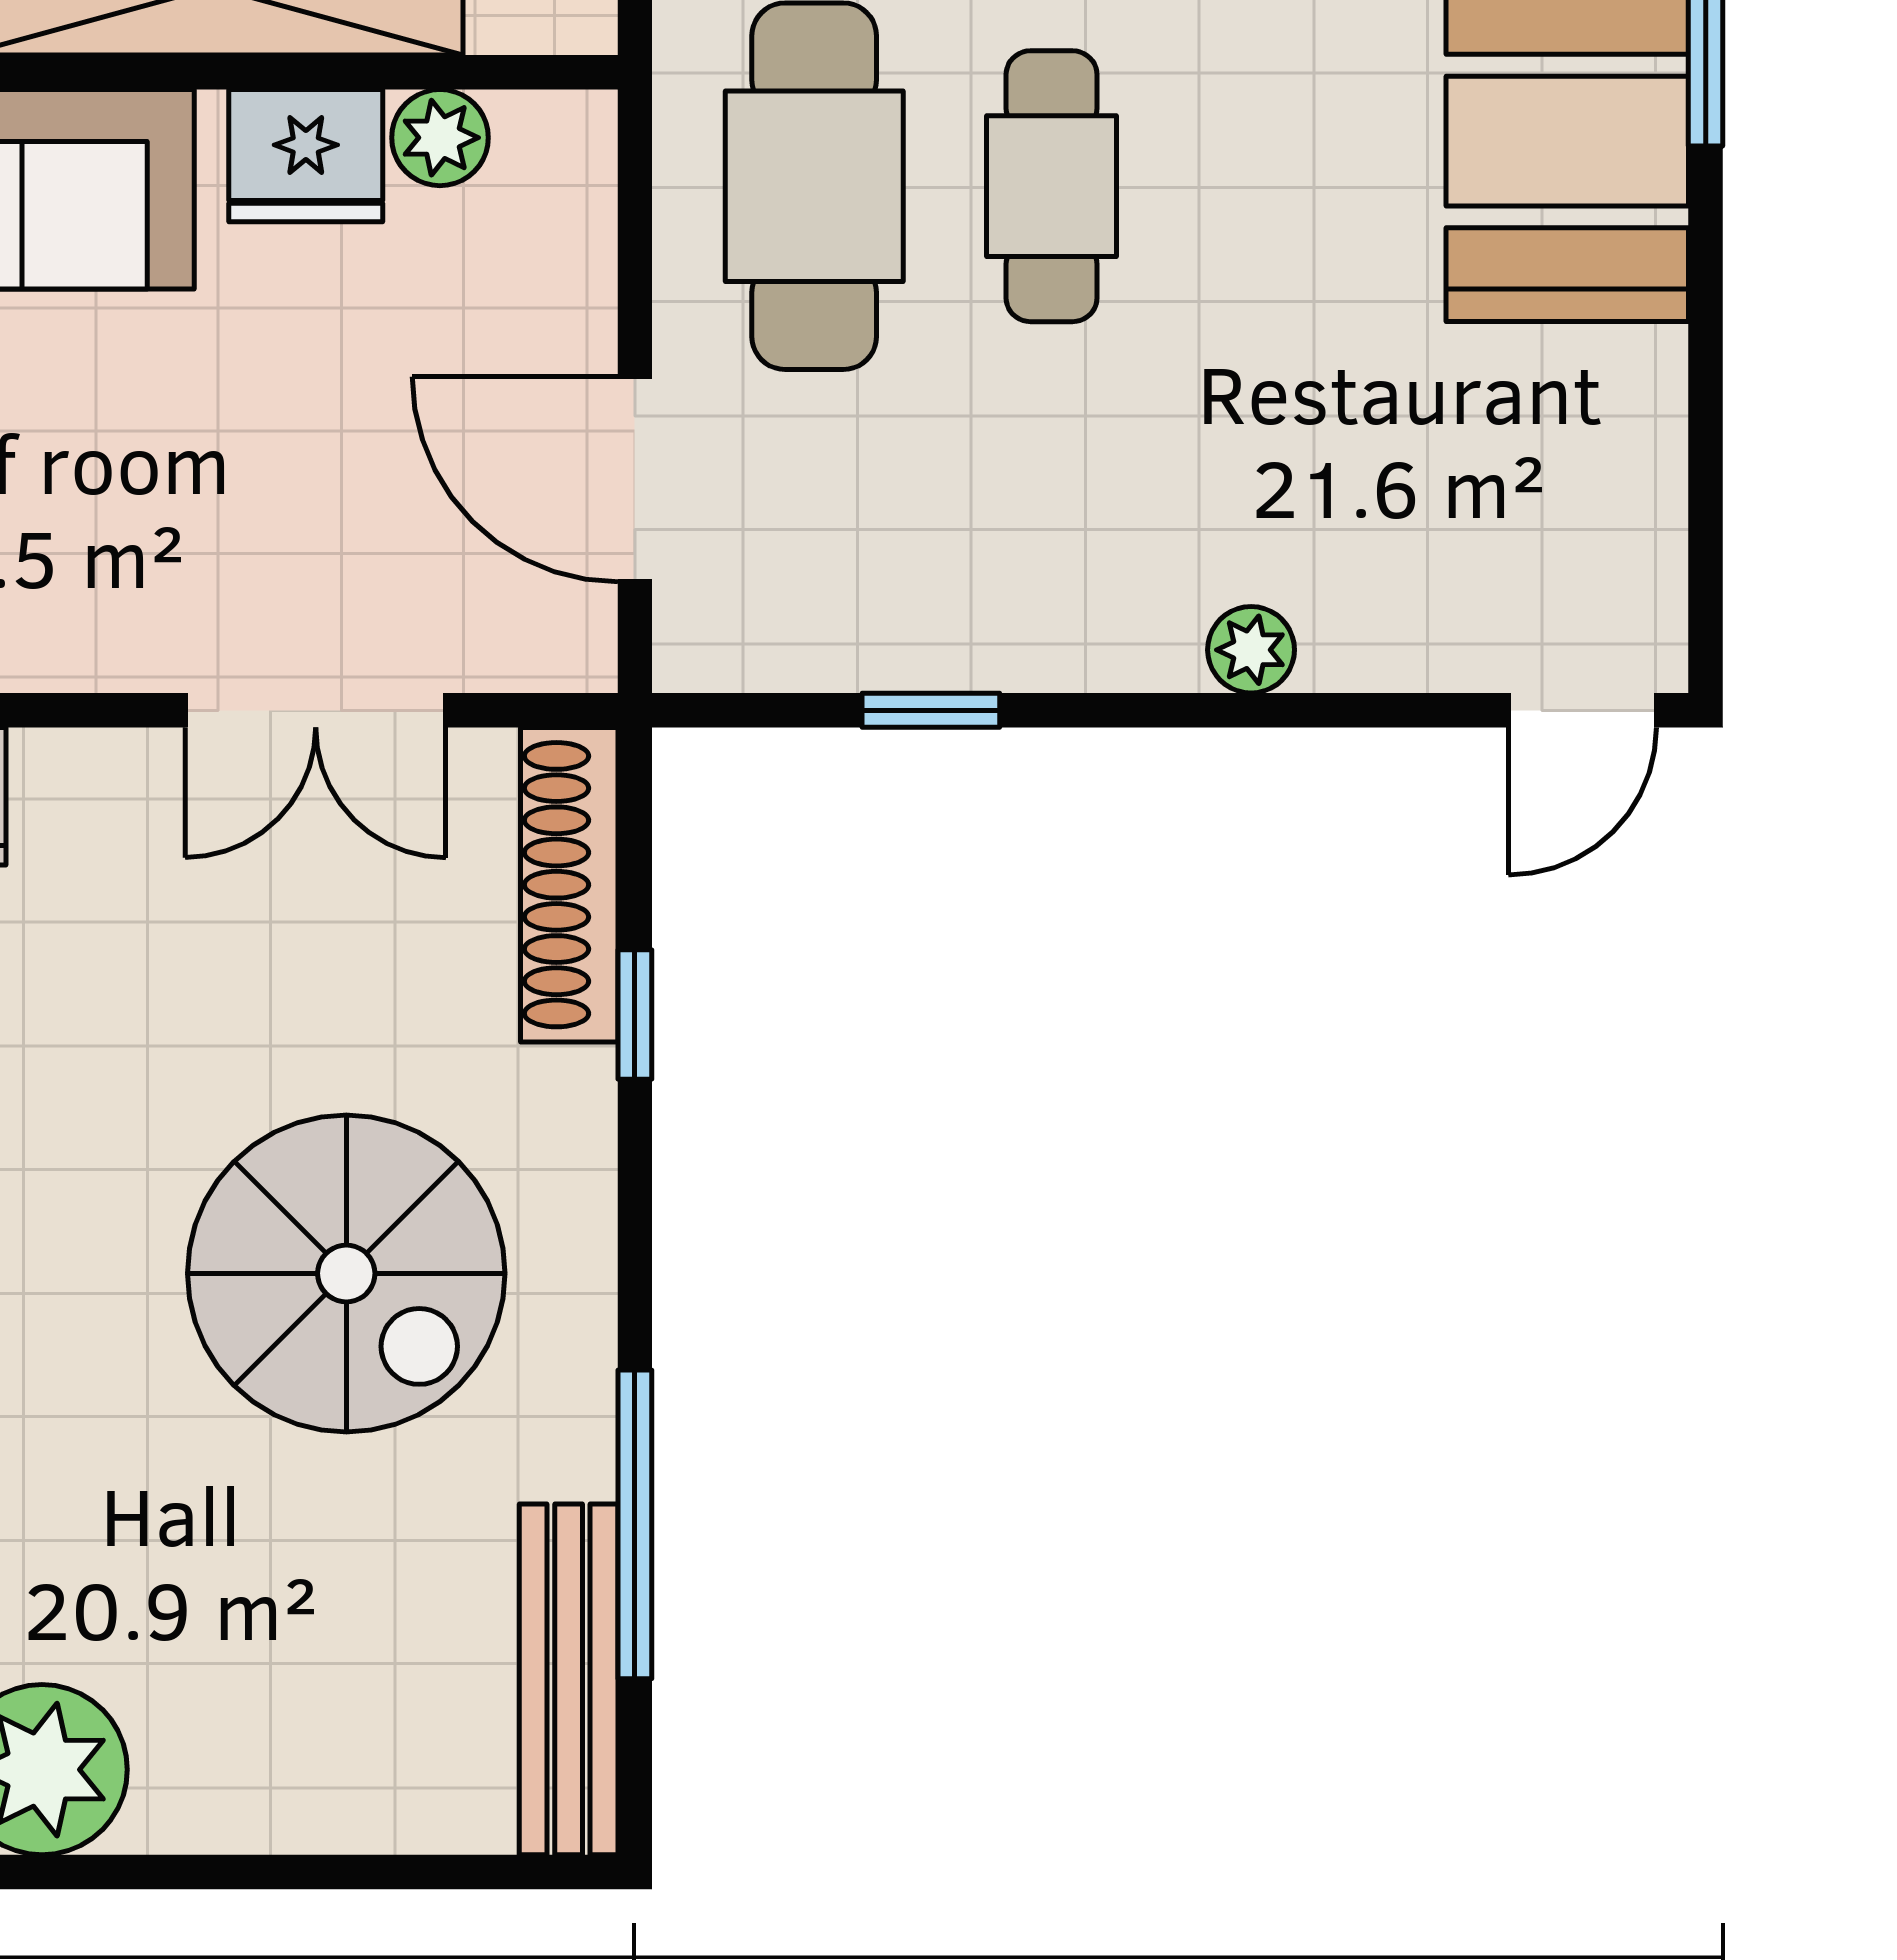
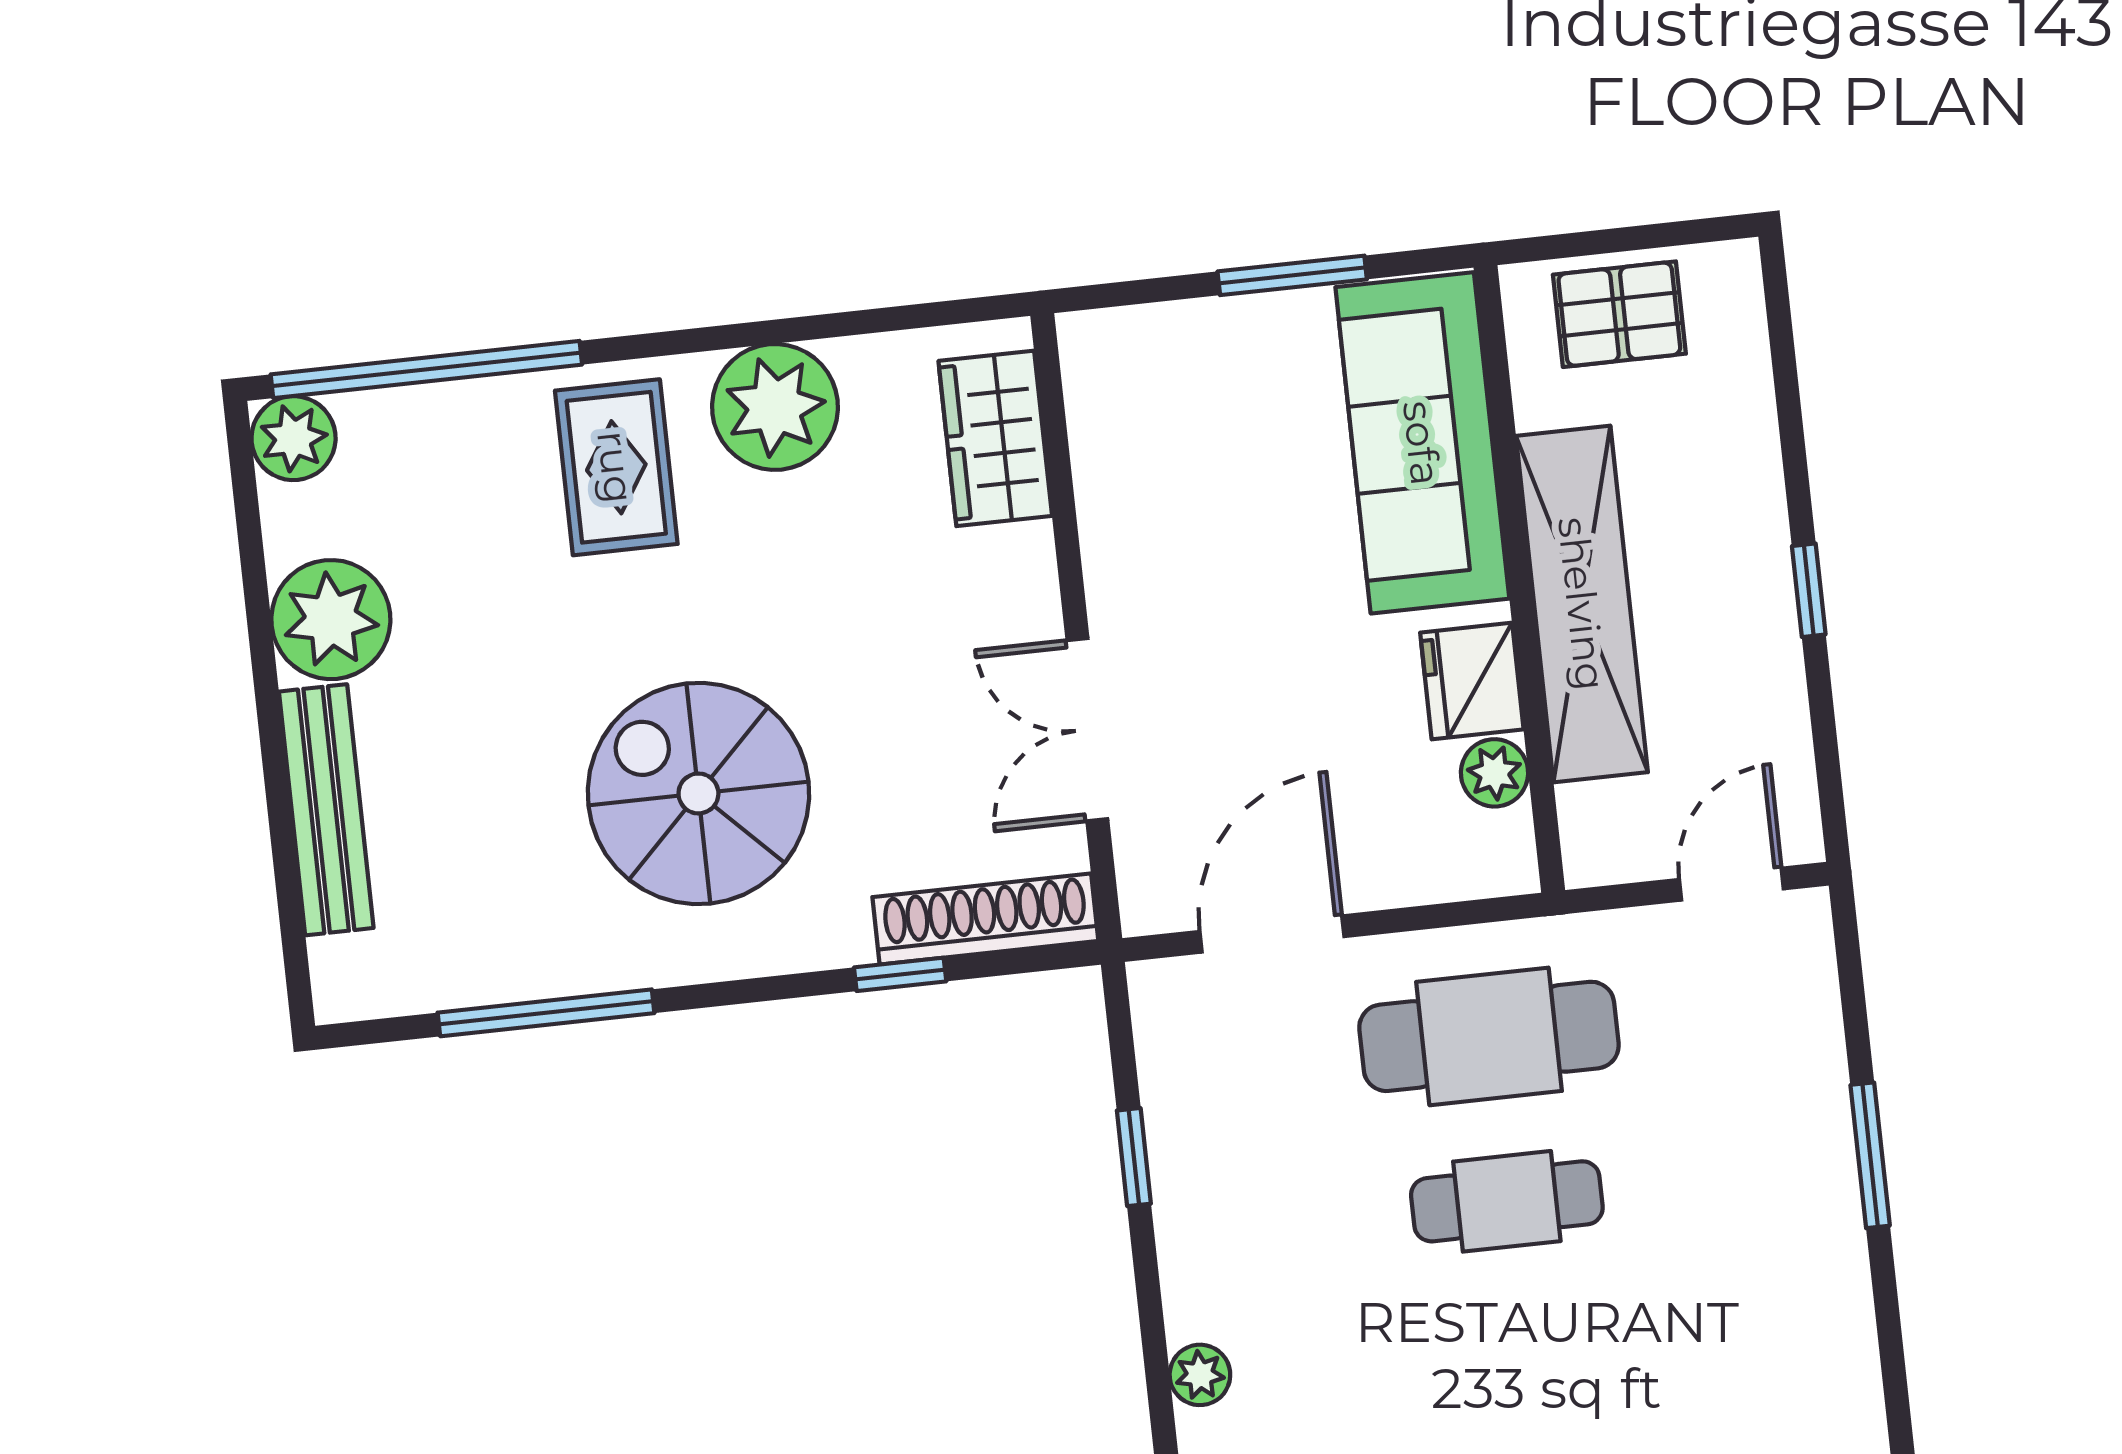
spiral stairs: (346, 1273) -> (698, 793), turned 90
bench: (569, 1679) -> (326, 810), moved, turned 90

